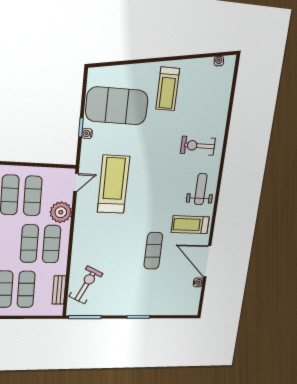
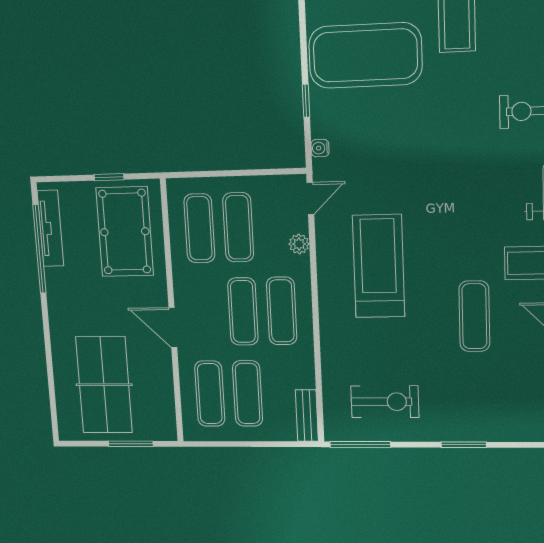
water cooler: (87, 134) -> (320, 148), moved
treadmill: (113, 184) -> (379, 266), moved
plant: (61, 212) -> (299, 244), width x0.53, depth x0.53
exercise bike: (86, 285) -> (385, 402), moved, turned 64
bench: (59, 290) -> (307, 416), moved

